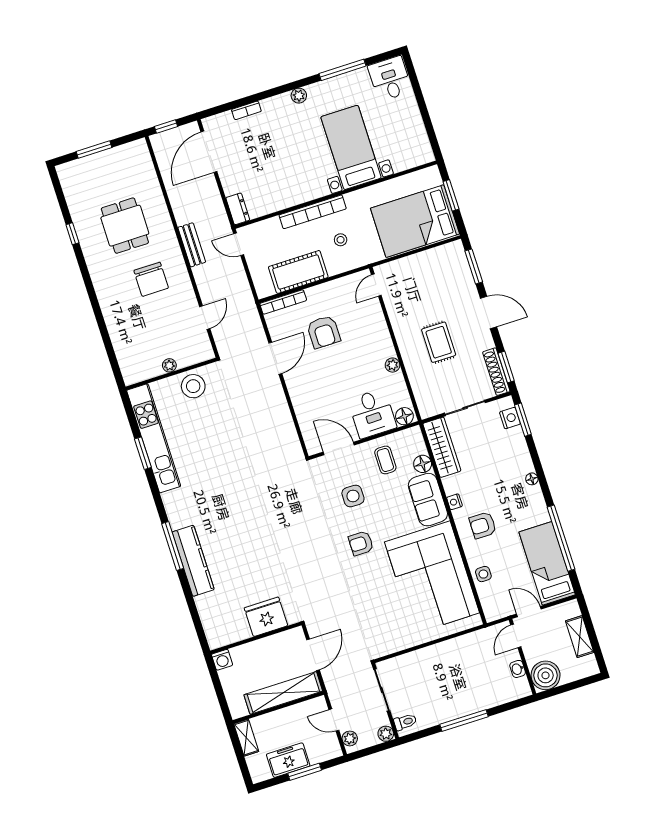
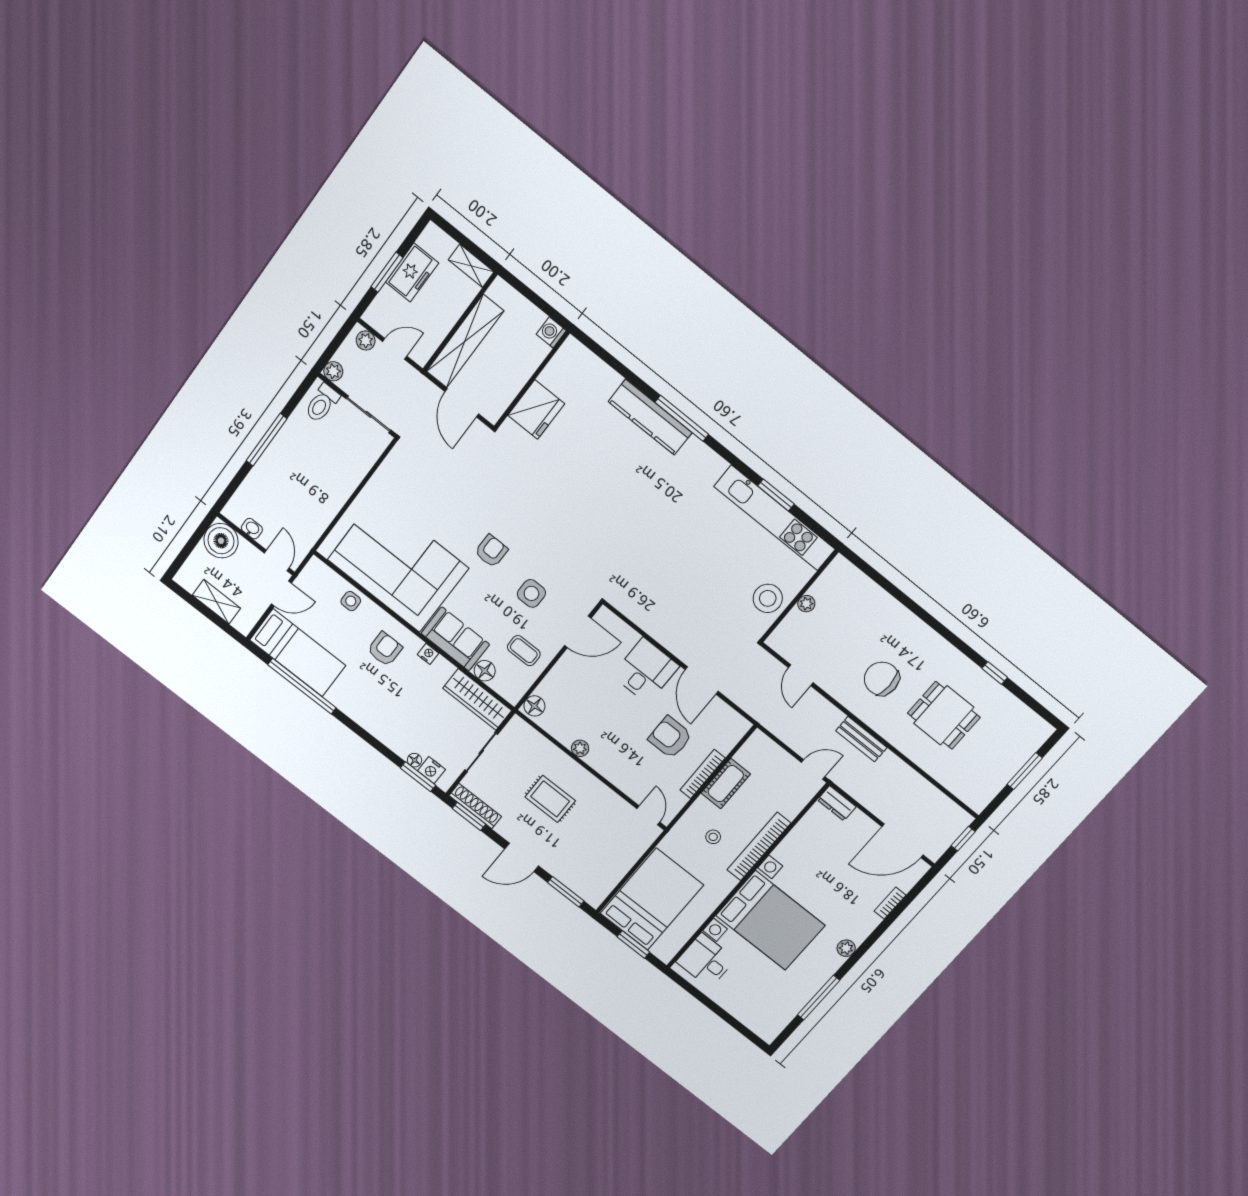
desk: (390, 79) -> (706, 960), moved, turned 180
bed with nightstands: (351, 147) -> (770, 920), width x1.36
door: (209, 152) -> (903, 841), swing flipped
cot: (298, 272) -> (726, 784), width x0.73, depth x0.75
bookcase: (283, 302) -> (703, 774), moved
desk: (372, 414) -> (646, 671), moved, turned 90
floor lamp: (532, 479) -> (415, 760), moved
toilet: (405, 722) -> (322, 403), width x1.37, depth x1.39

